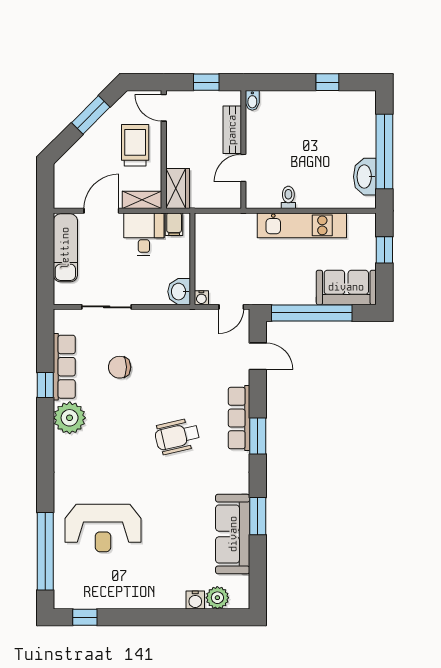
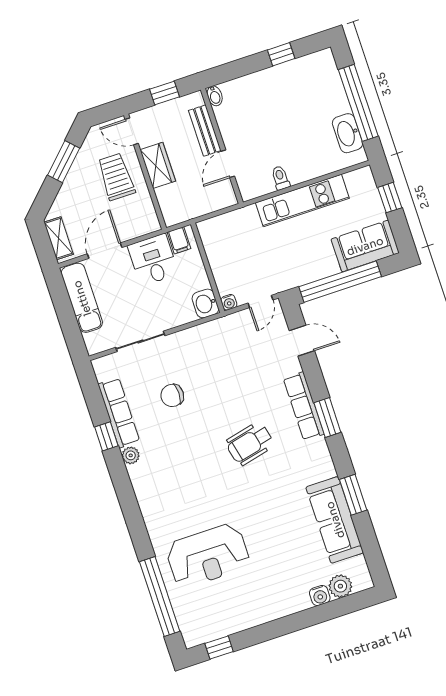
wardrobe: (178, 189) -> (158, 165), moved
shelving: (142, 200) -> (59, 238), moved, turned 90
plant: (70, 418) -> (131, 455), width x0.53, depth x0.53

